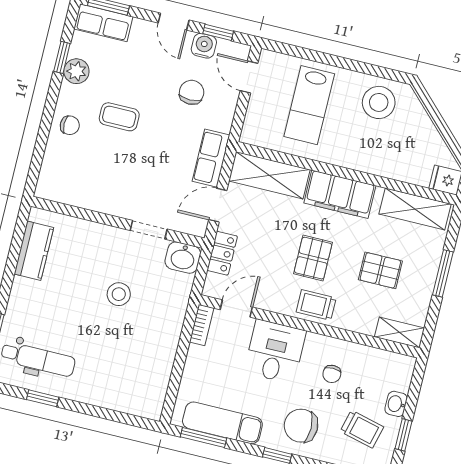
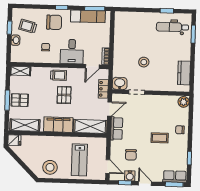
plant: (76, 71) -> (184, 102), moved
lab bench: (309, 105) -> (79, 160), turned 180
pallet: (380, 270) -> (20, 100), moved

